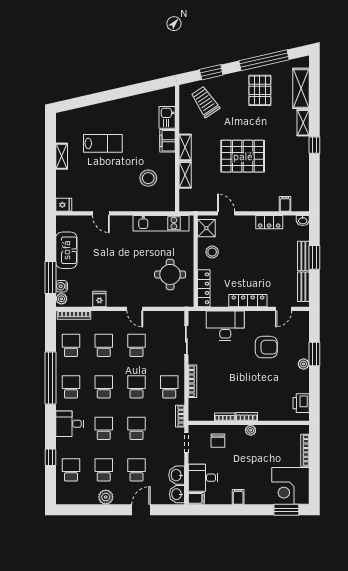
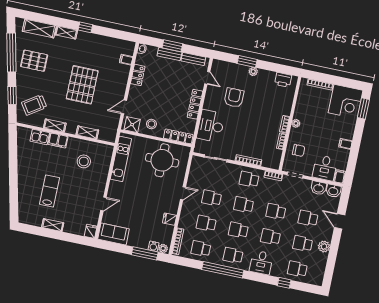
shelving: (185, 147) -> (55, 126), moved
sofa: (66, 250) -> (113, 234), moved
round table: (170, 274) -> (162, 160), width x1.36, depth x1.36

